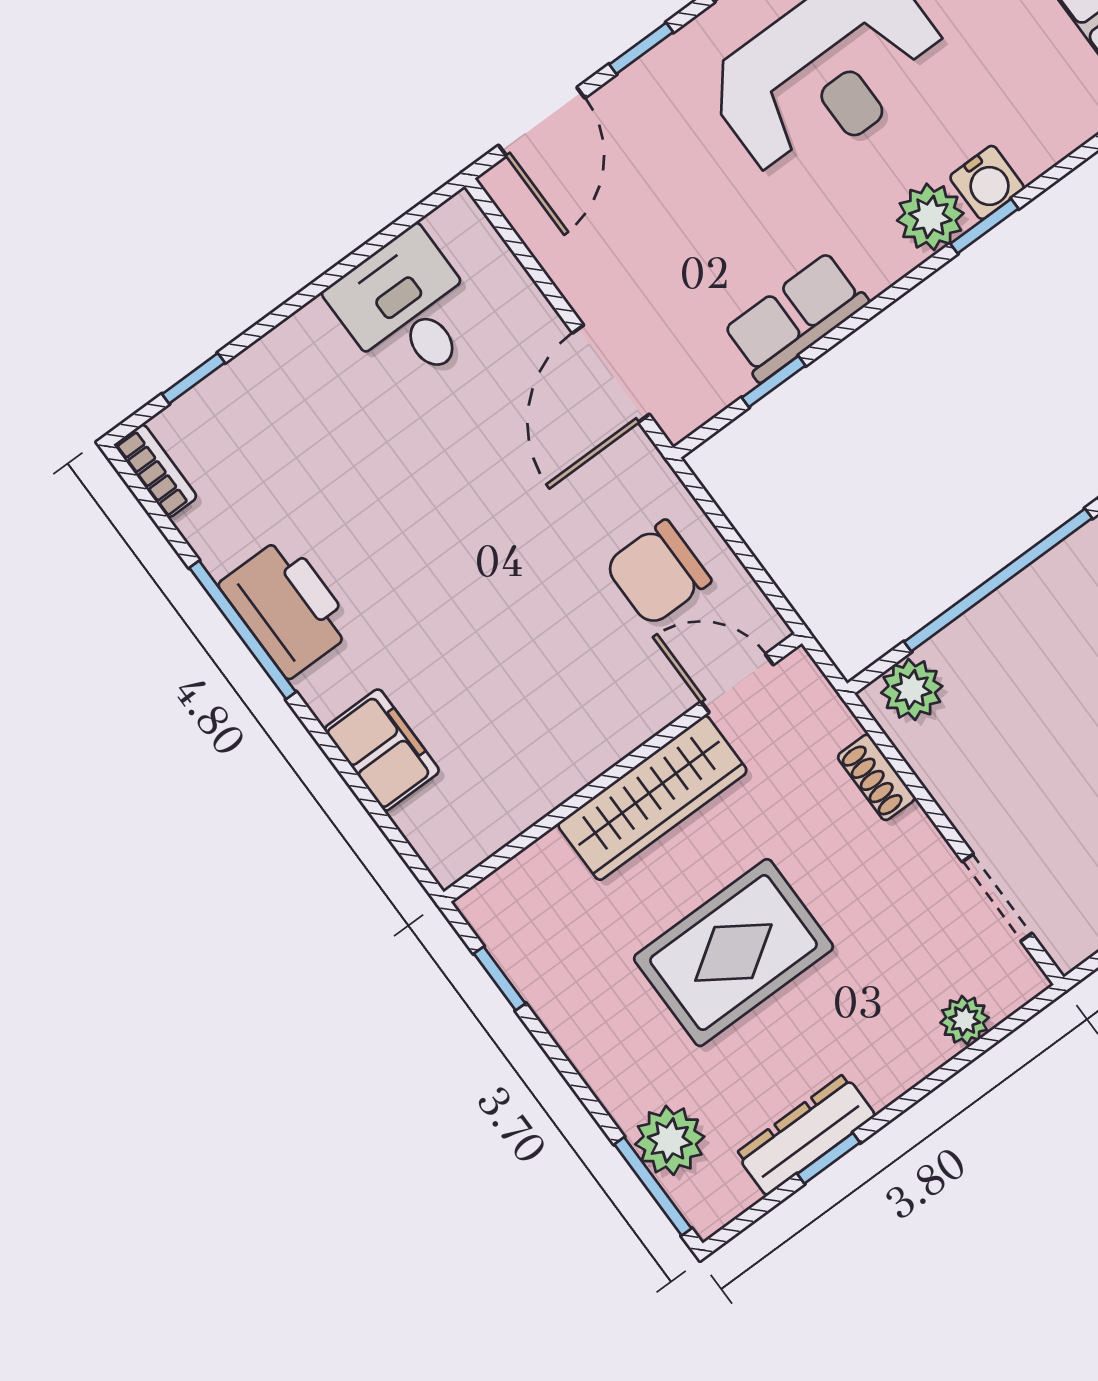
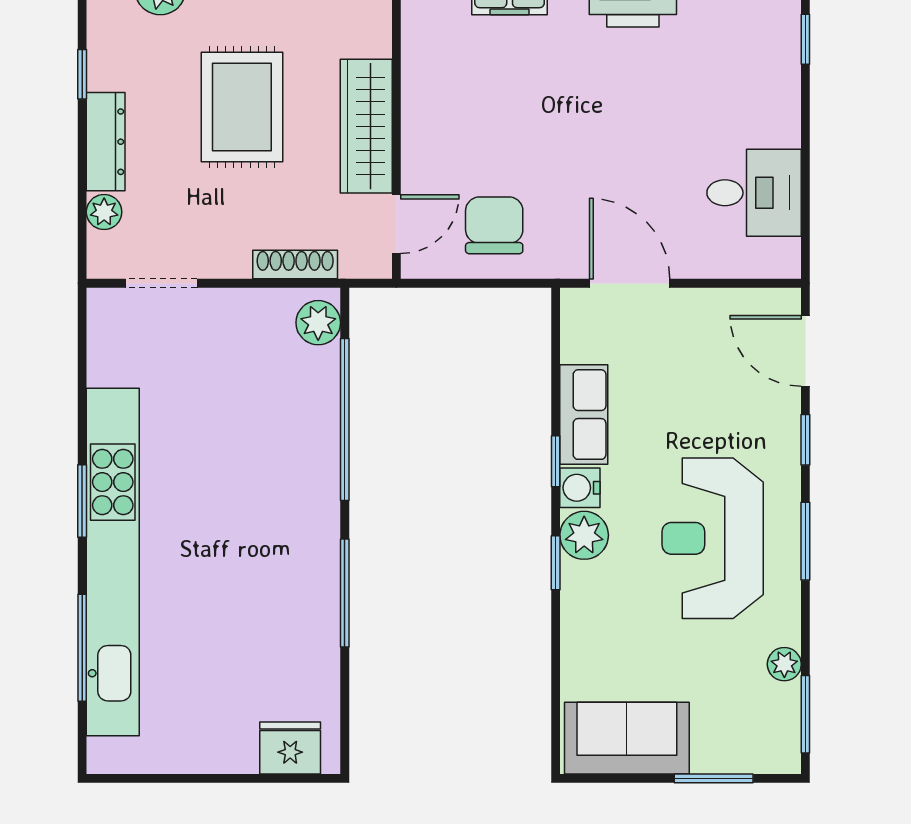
water cooler: (987, 182) -> (580, 488), moved
window: (774, 382) -> (556, 461), moved
shoe rack: (876, 777) -> (295, 265), width x1.43
dresser: (805, 1135) -> (106, 142), moved

